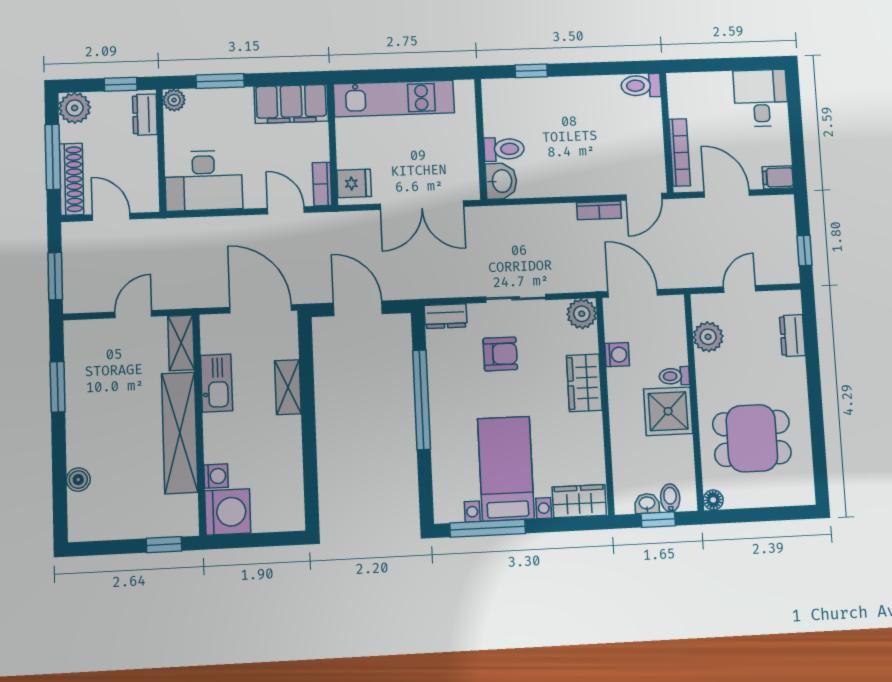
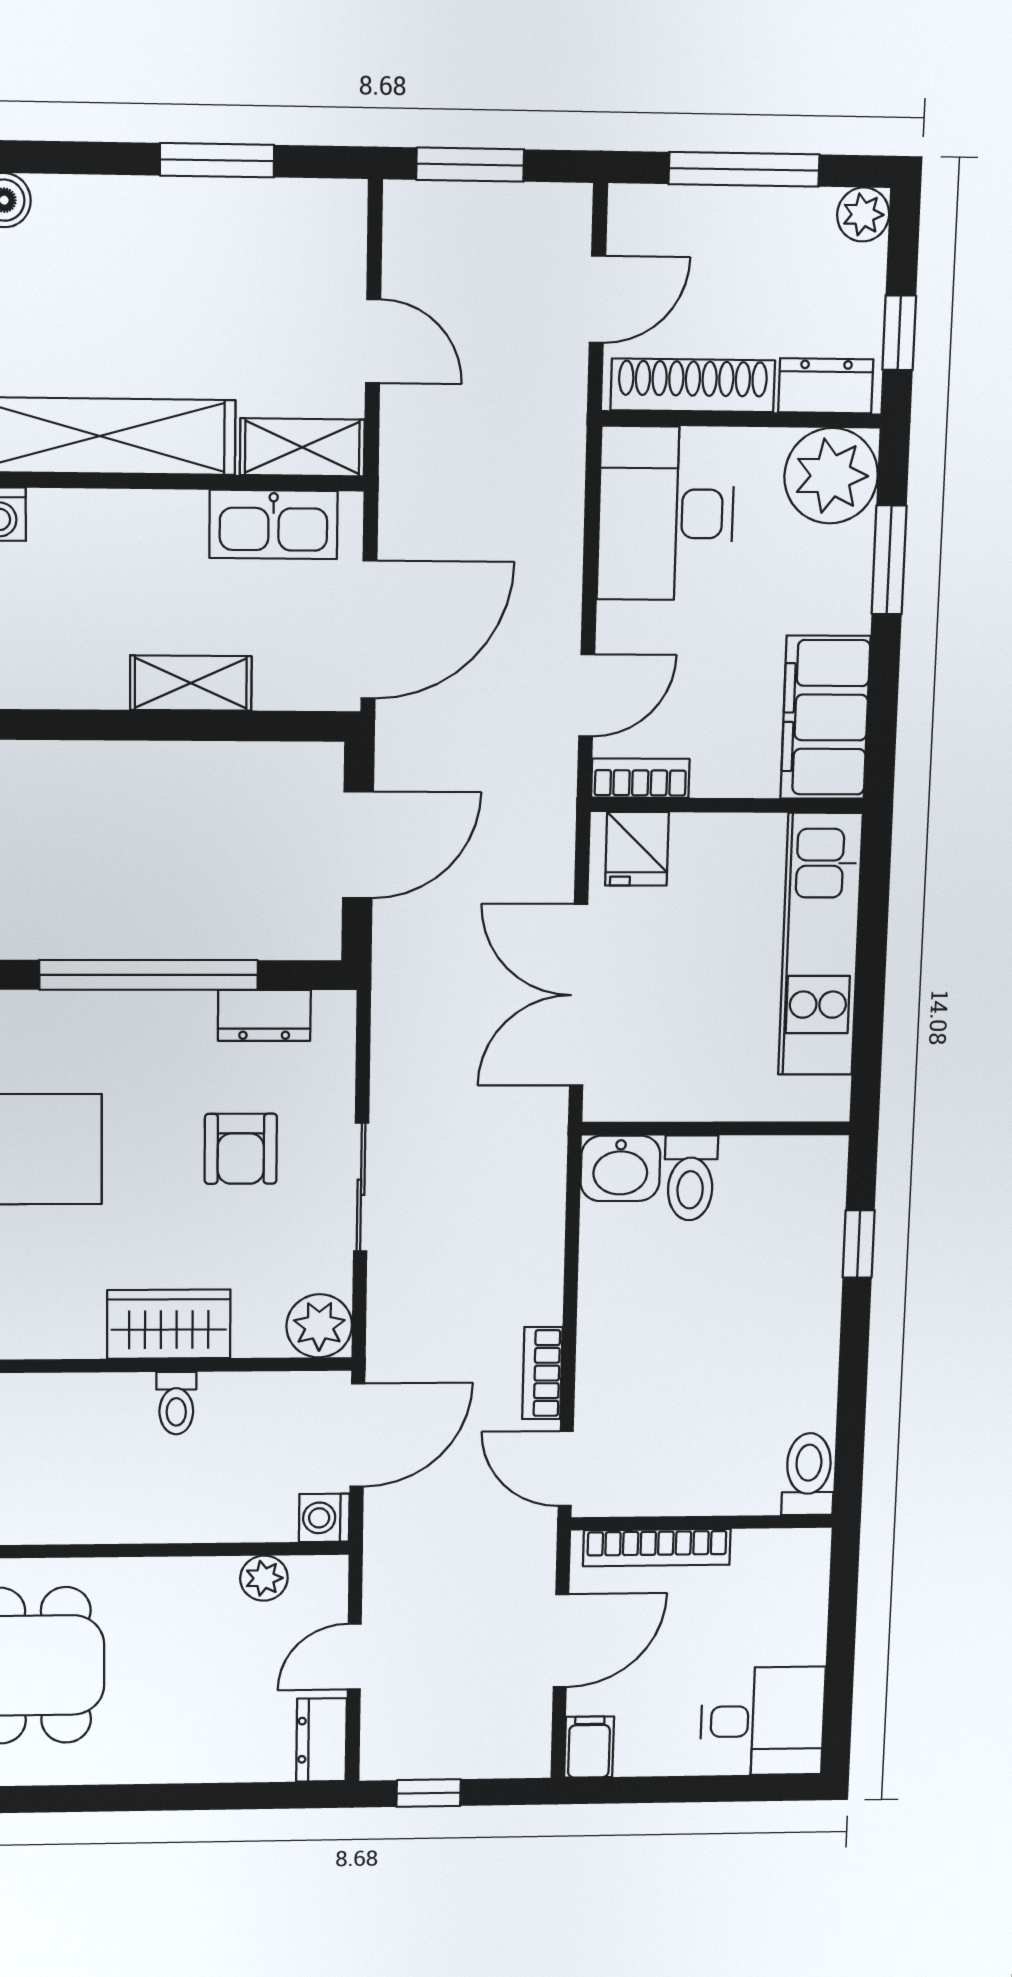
plant: (174, 100) -> (831, 476), width x1.87, depth x1.87
plant: (75, 108) -> (863, 214), width x0.73, depth x0.73
shoe rack: (72, 179) -> (693, 385), moved, turned 180
door: (740, 289) -> (354, 1657), swing flipped
dresser: (446, 316) -> (264, 1015), moved, turned -90
dresser: (792, 336) -> (321, 1740), moved, turned -90
plant: (708, 337) -> (264, 1578), width x0.73, depth x0.73
washing machine: (617, 355) -> (324, 1518), moved, turned 90
toilet: (674, 376) -> (176, 1403), moved, turned 180
kitchen sink: (217, 383) -> (273, 524), moved
shower: (668, 411) -> (99, 1496), removed

